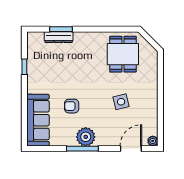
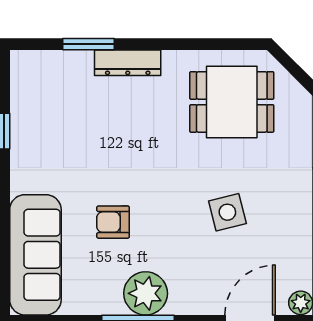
dresser: (59, 37) -> (128, 63), moved
dining table: (123, 54) -> (232, 102), turned 90

